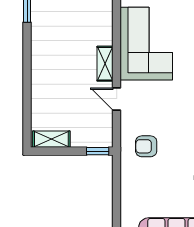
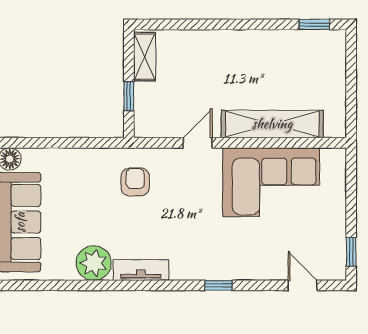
shelving: (105, 64) -> (272, 124), width x2.20, depth x1.33
window: (98, 151) -> (129, 96), moved

